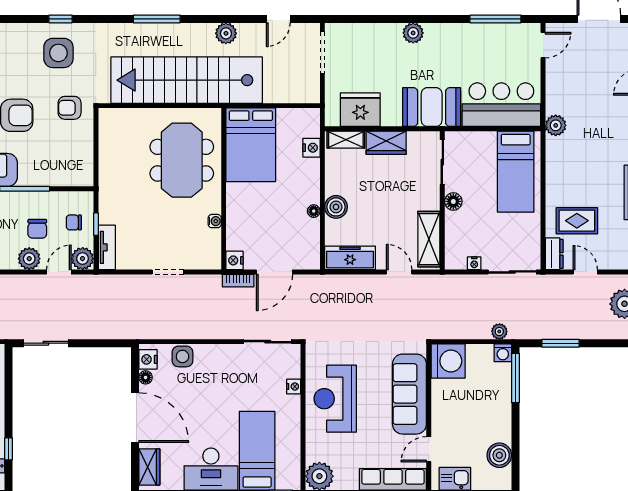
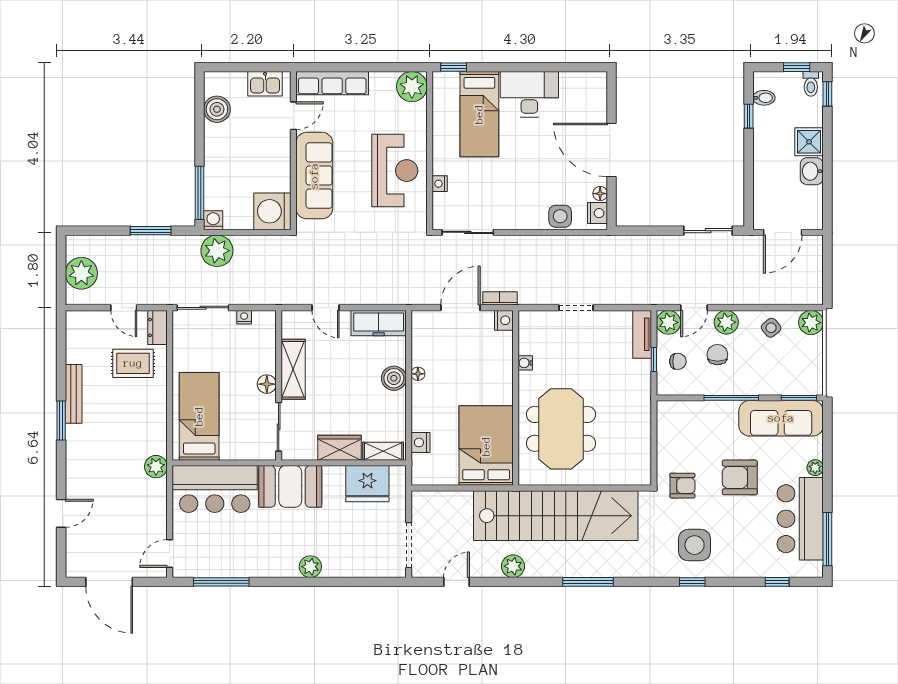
shelving: (429, 239) -> (293, 369), moved
plant: (499, 331) -> (217, 251), width x1.87, depth x1.87
wardrobe: (149, 467) -> (596, 97), removed

